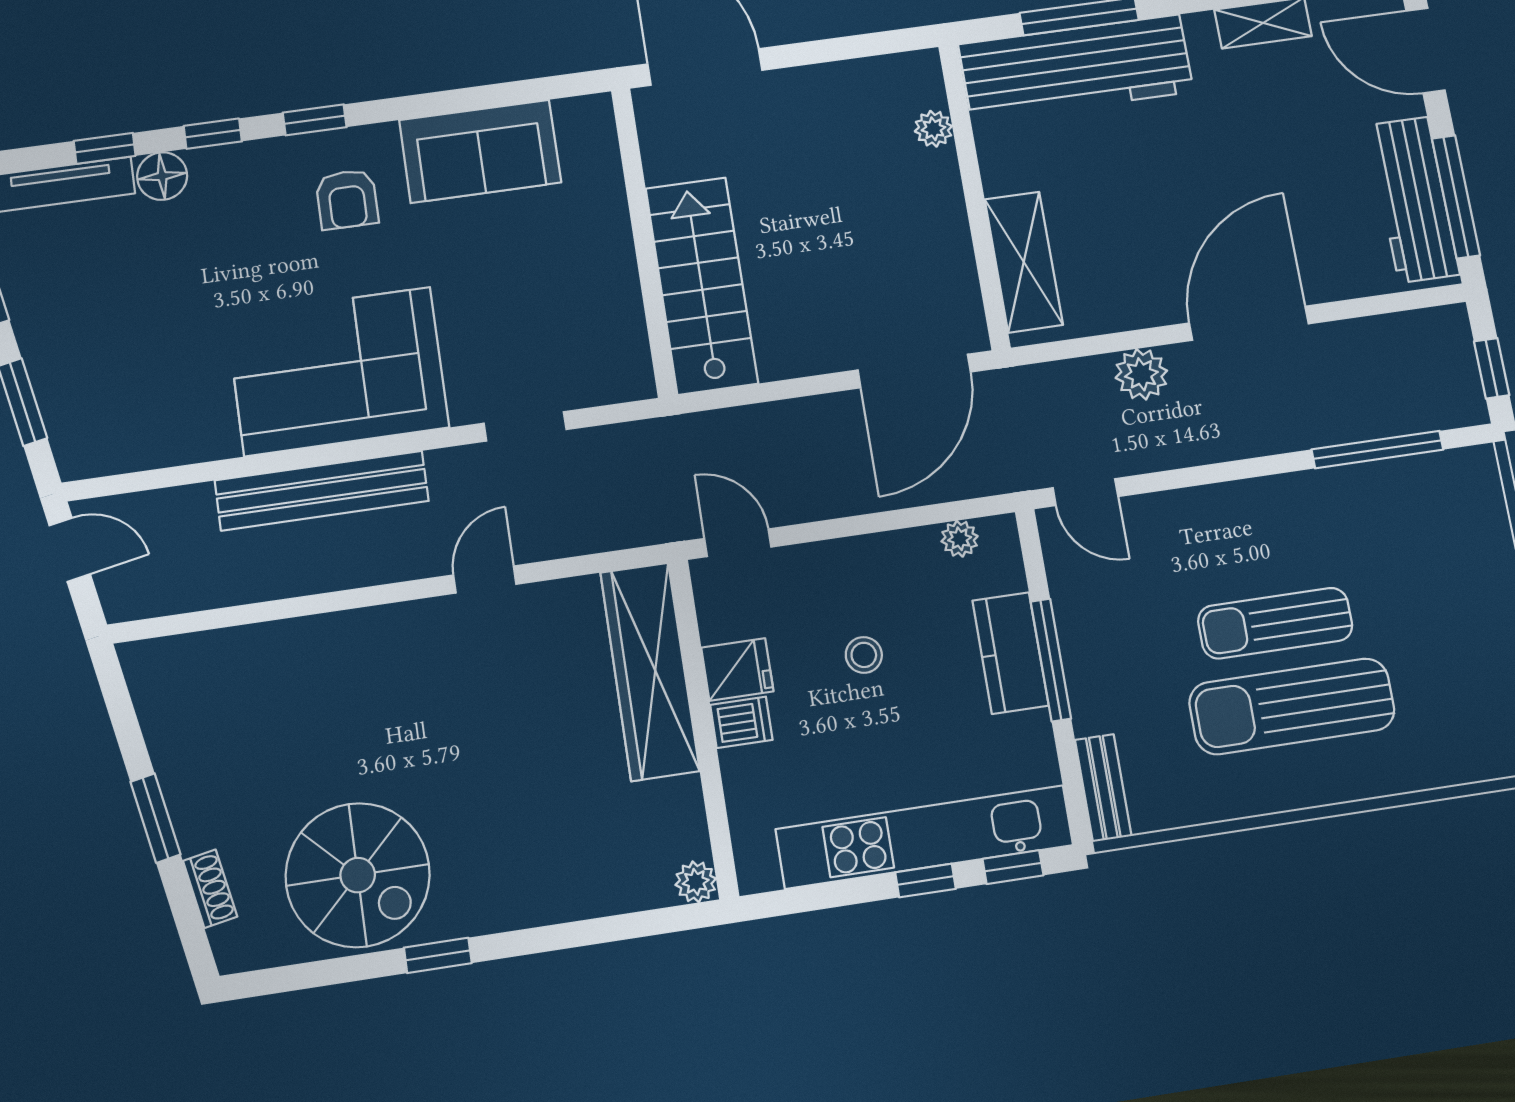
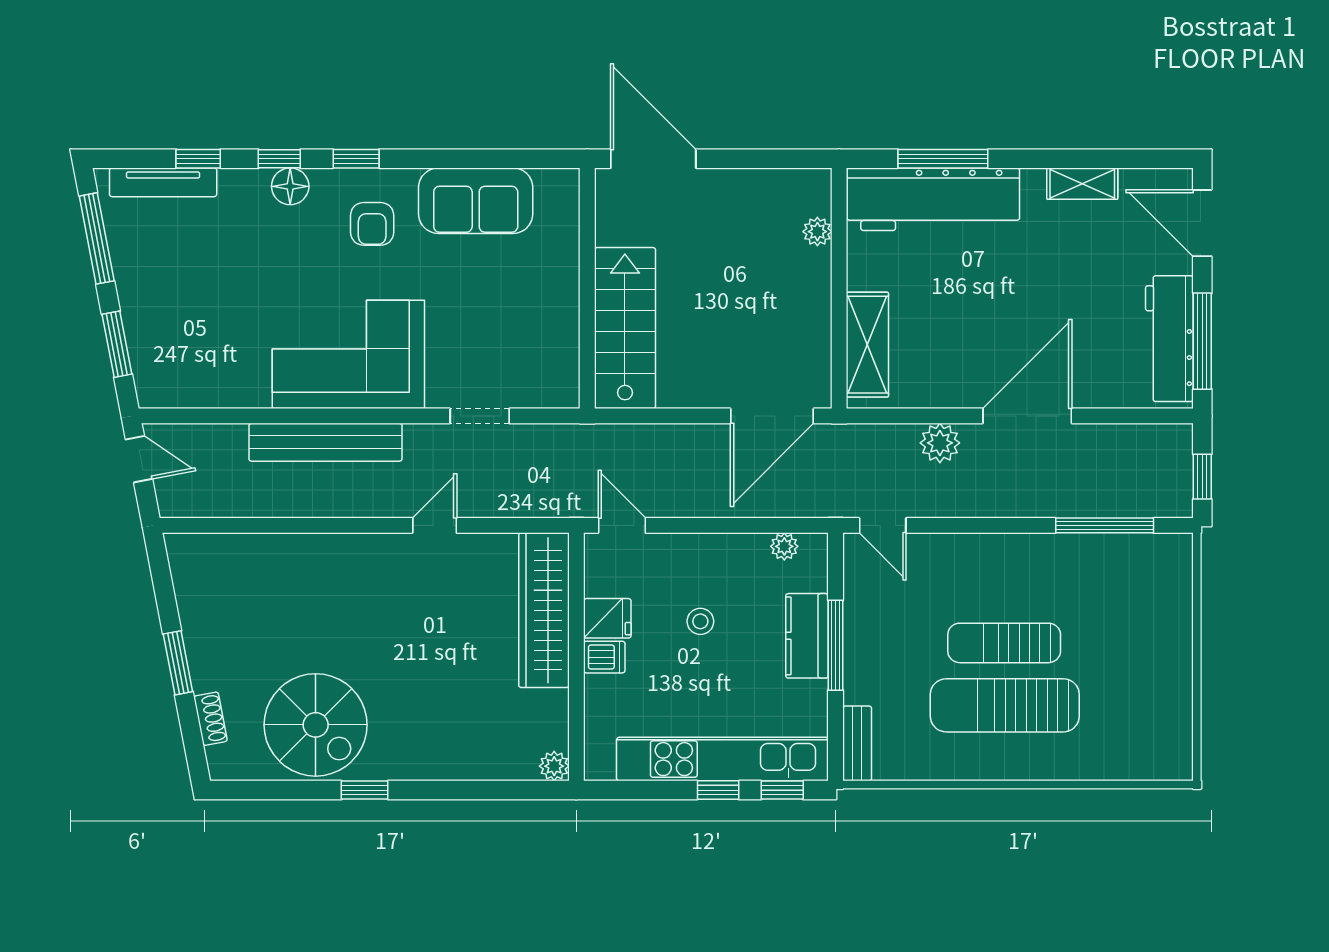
floor lamp: (162, 176) -> (290, 186), moved

